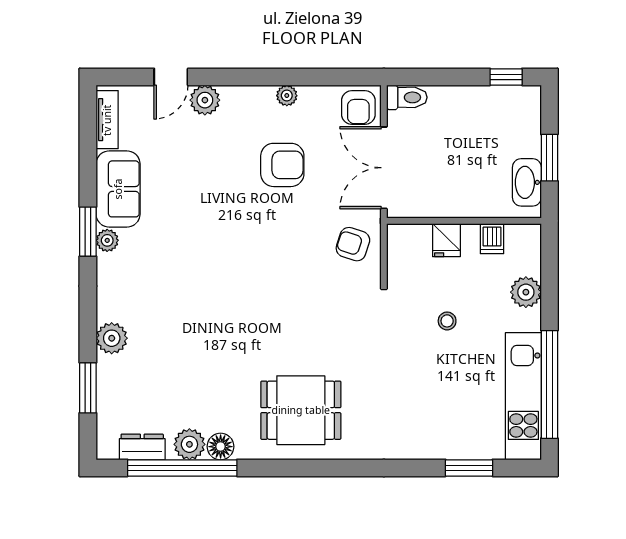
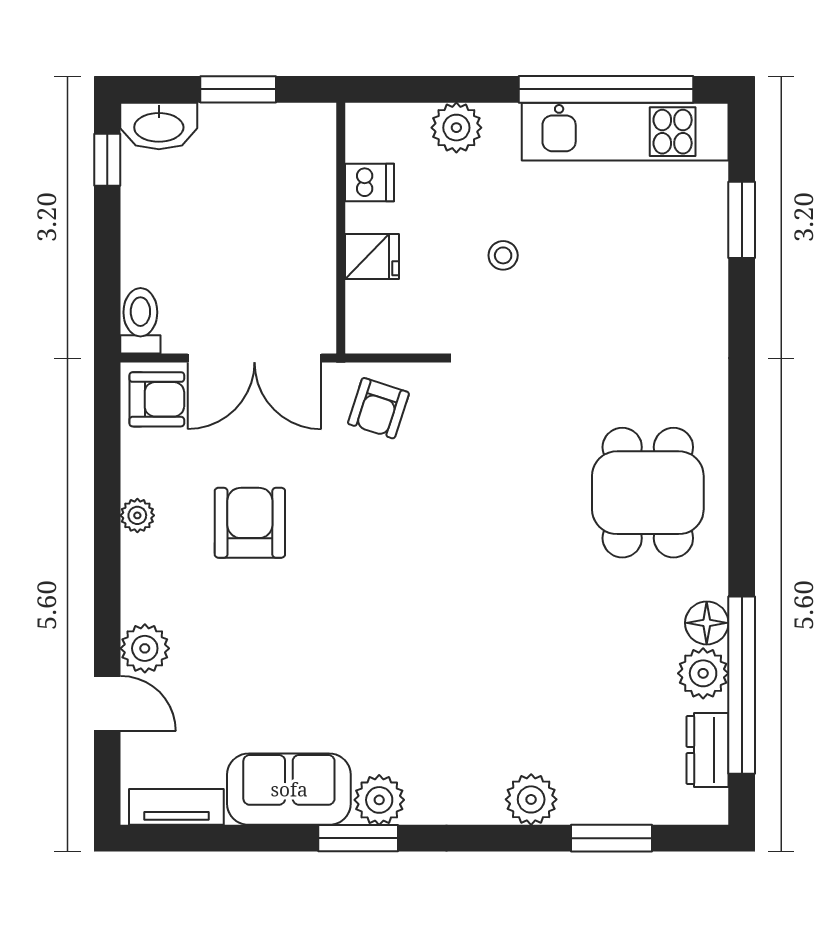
washbasin: (527, 182) -> (159, 126), moved
plant: (107, 240) -> (379, 800), width x1.38, depth x1.38

